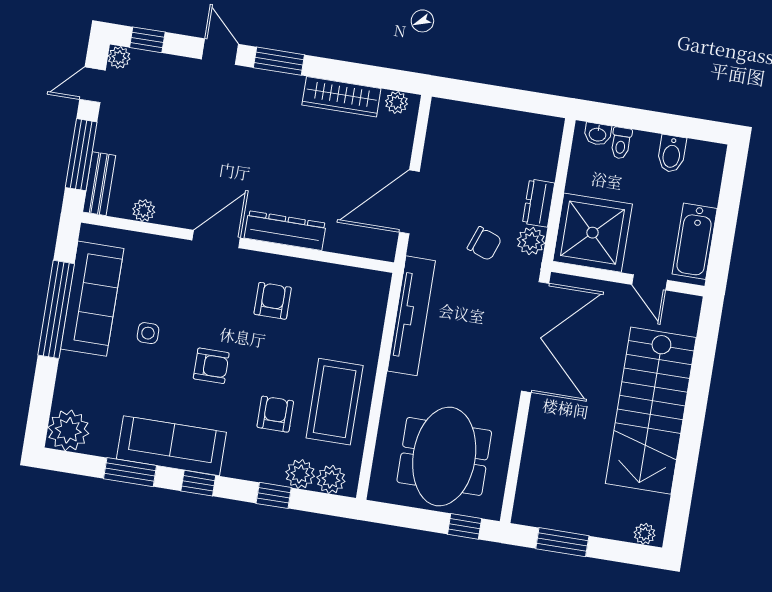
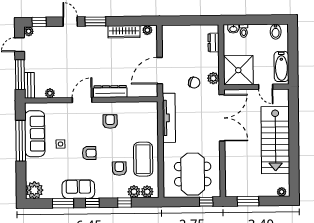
bidet: (672, 154) -> (276, 32), moved
dresser: (539, 203) -> (214, 43), moved
sofa: (171, 446) -> (78, 189), width x0.73

